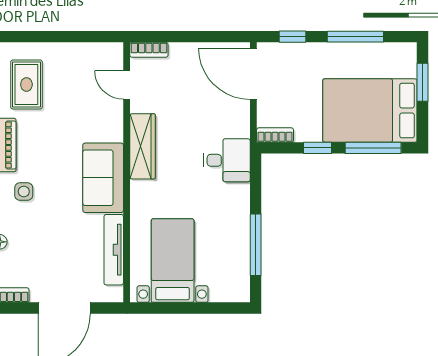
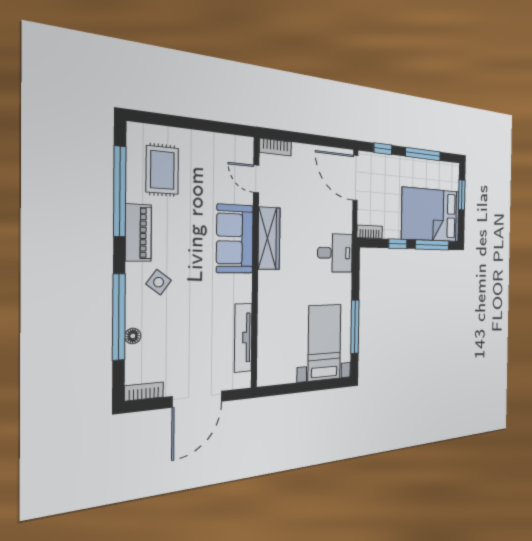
sofa: (103, 178) -> (235, 239), moved
side table: (24, 192) -> (159, 282), turned 37
bed with nightstands: (173, 261) -> (325, 342), moved

